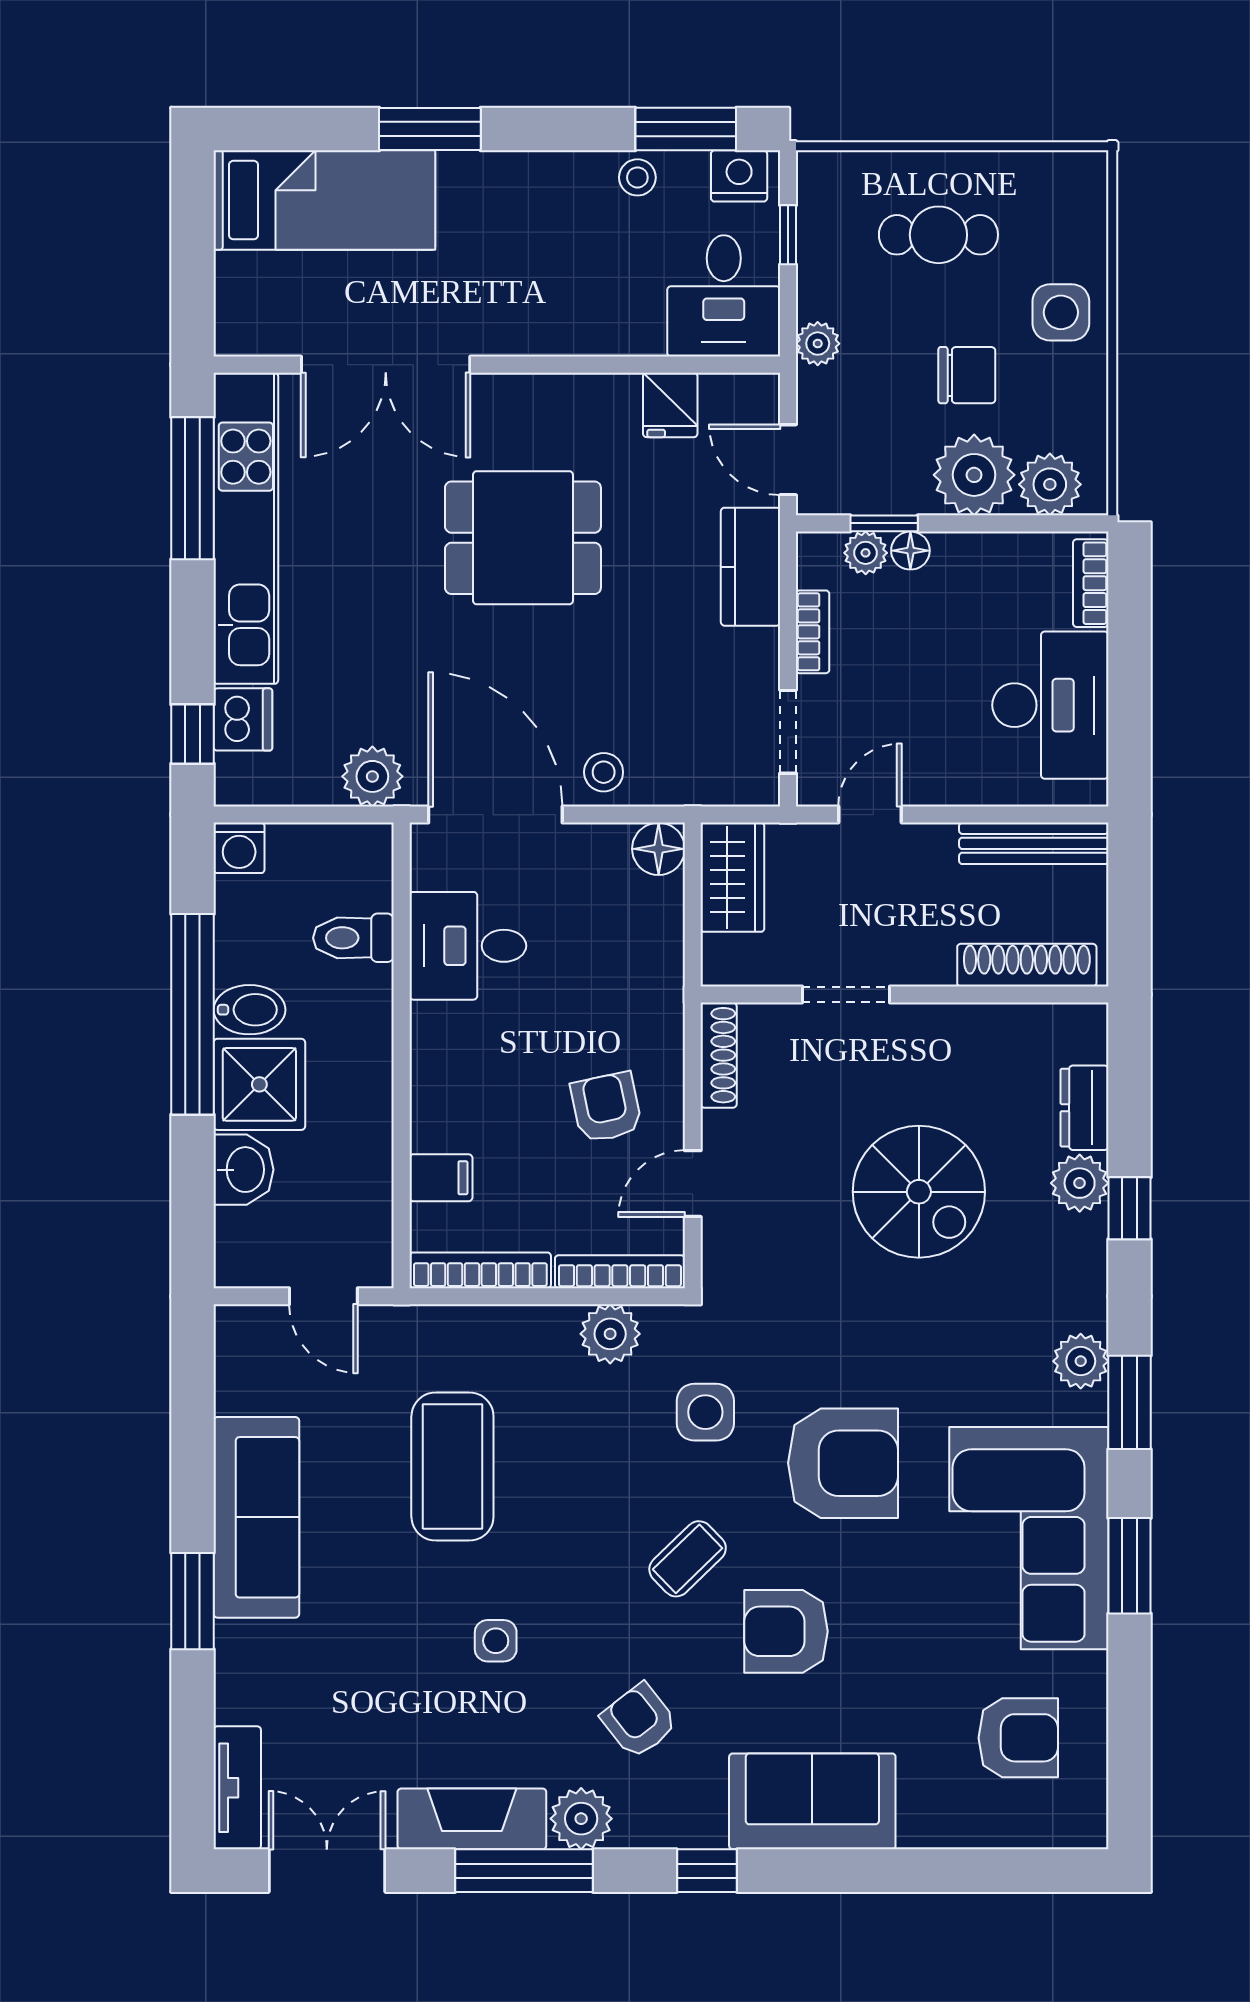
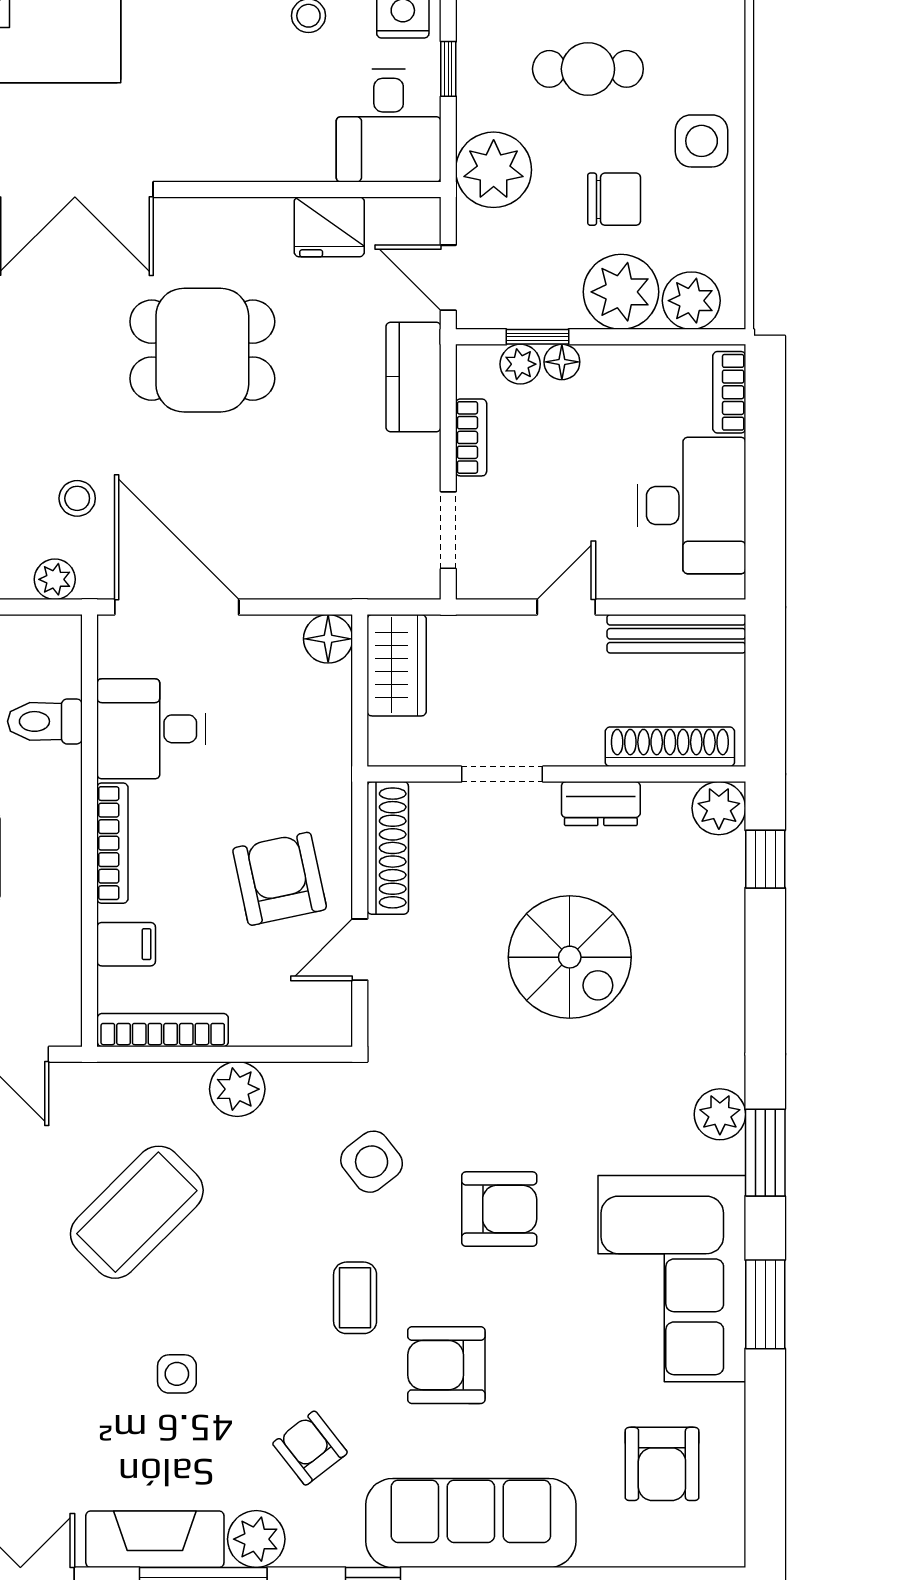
plant: (818, 344) -> (494, 170), width x1.87, depth x1.87
fridge: (670, 405) -> (329, 227), width x1.38
stool: (604, 772) -> (77, 498), moved
plant: (372, 776) -> (55, 579), width x0.73, depth x0.73
door: (870, 815) -> (566, 607), moved
shoe rack: (719, 1055) -> (388, 848), width x1.36, depth x1.24
armchair: (606, 1107) -> (280, 879), width x1.38, depth x1.38
dresser: (1084, 1108) -> (601, 804), moved, turned -90
plant: (1080, 1183) -> (719, 808), moved
window: (1129, 1208) -> (765, 859), moved
bookcase: (620, 1272) -> (112, 843), moved, turned 90
plant: (610, 1334) -> (237, 1089), moved
side table: (705, 1412) -> (372, 1162), turned -38
armchair: (843, 1463) -> (499, 1209), width x0.73, depth x0.73
coffee table: (452, 1467) -> (137, 1212), turned 45
coffee table: (688, 1559) -> (355, 1298), turned -46
armchair: (1018, 1738) -> (662, 1464), turned 90
sofa: (812, 1801) -> (471, 1523), width x1.36

